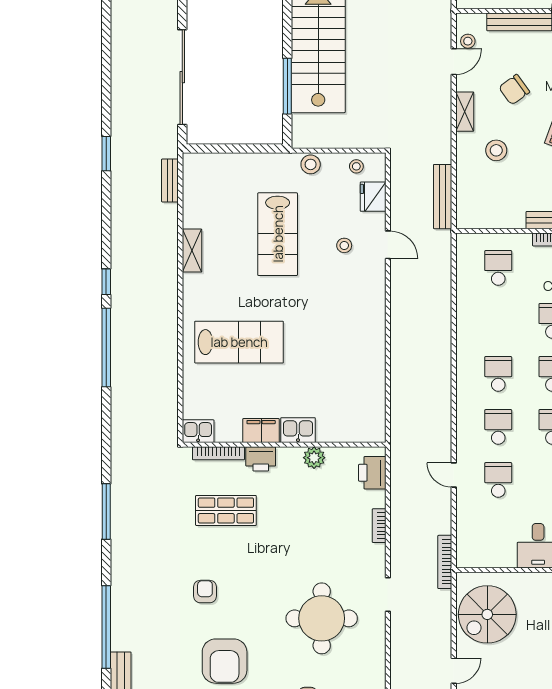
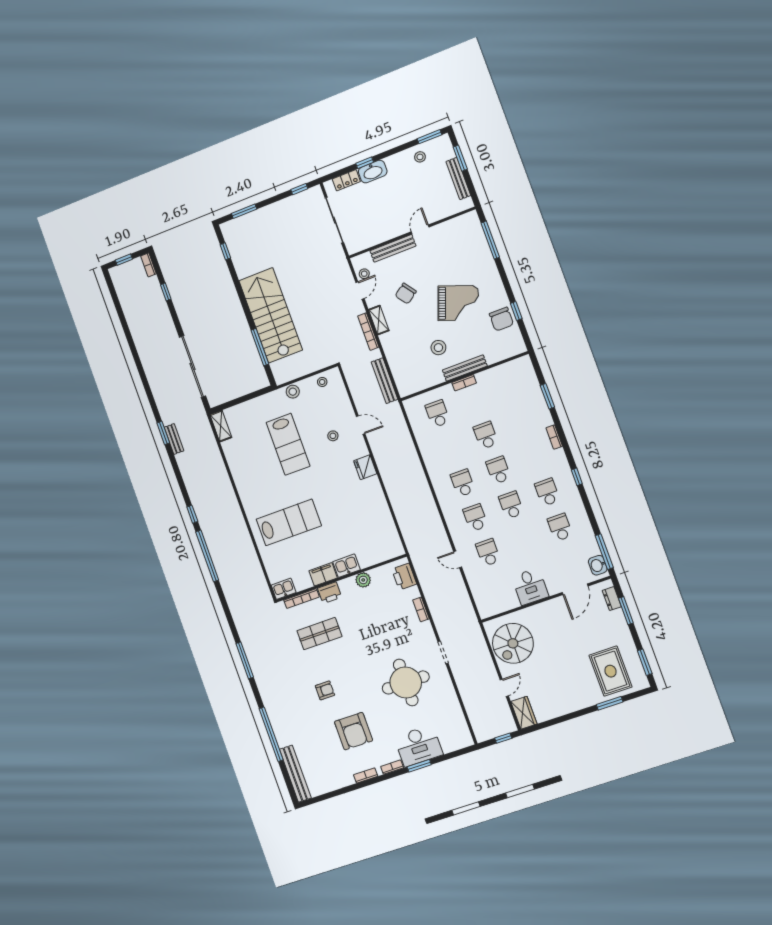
stool: (496, 150) -> (438, 348), moved
bench: (170, 180) -> (174, 439), moved
fridge: (373, 197) -> (365, 467), moved
shelving: (192, 251) -> (221, 426), moved
bookcase: (445, 562) -> (368, 332), moved
armchair: (205, 592) -> (325, 690), turned 90

